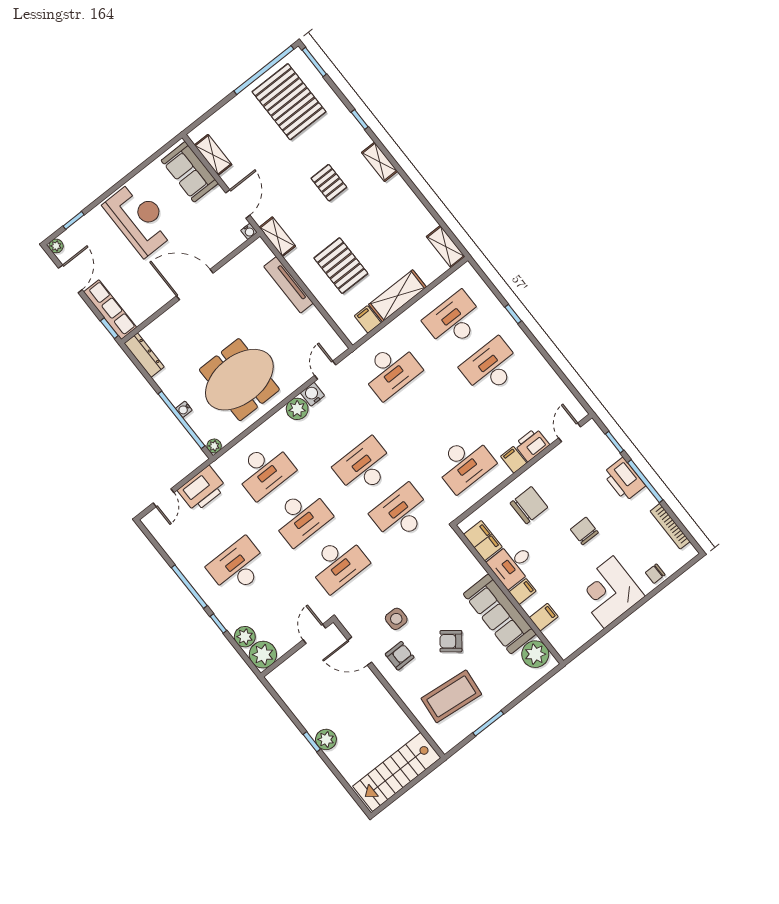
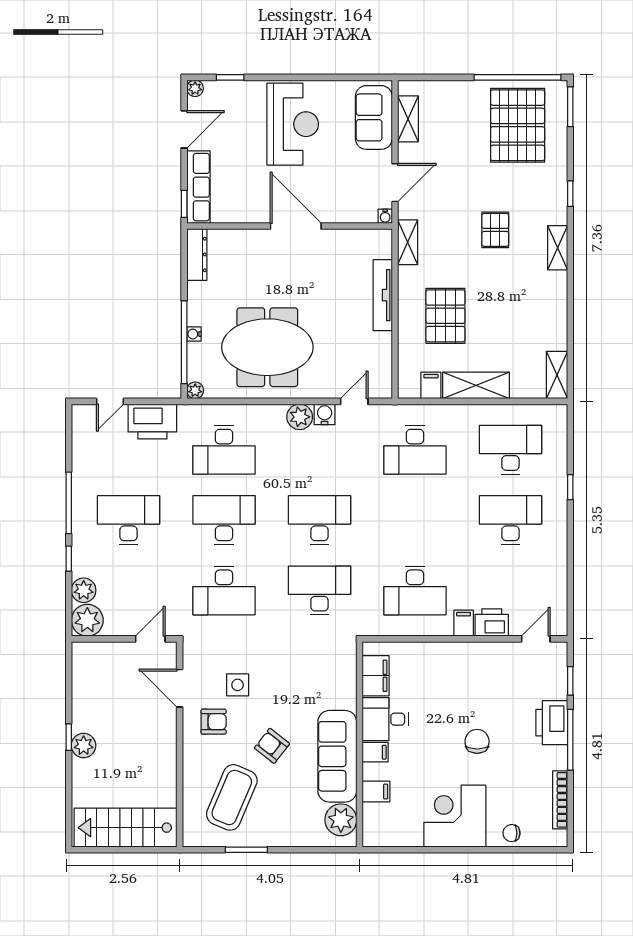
chair: (529, 505) -> (444, 677), removed
desk: (301, 517) -> (224, 520), turned 180
coffee table: (451, 696) -> (232, 797), turned -73

